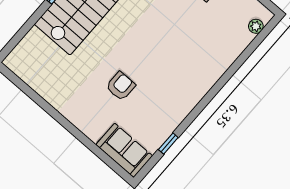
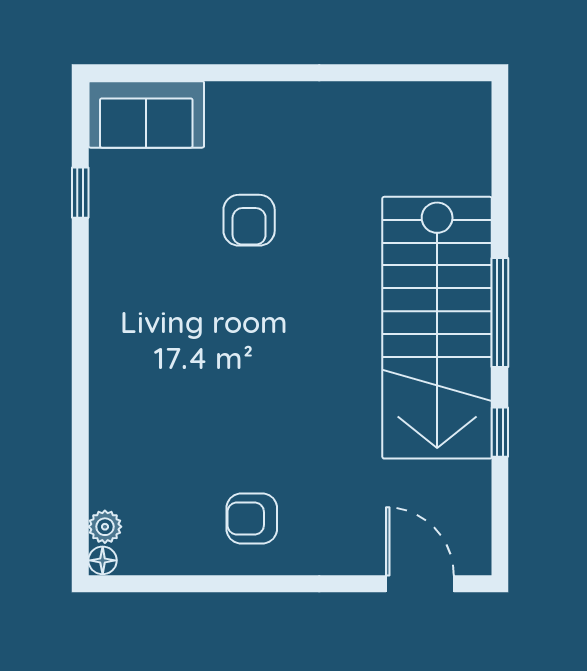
floor lamp: (266, 16) -> (103, 560), added

